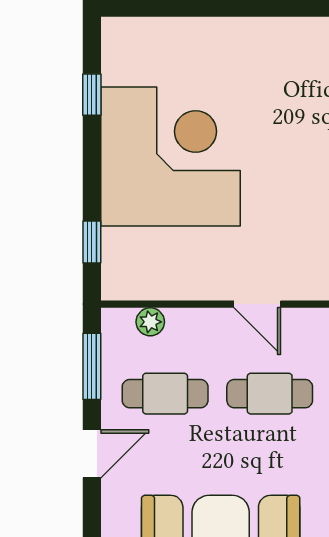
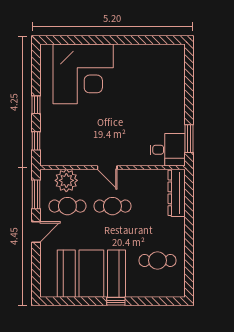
window: (92, 95) -> (36, 105), moved
corner desk: (170, 156) -> (83, 74), moved, turned 90
plant: (150, 322) -> (66, 180), width x1.87, depth x1.87

